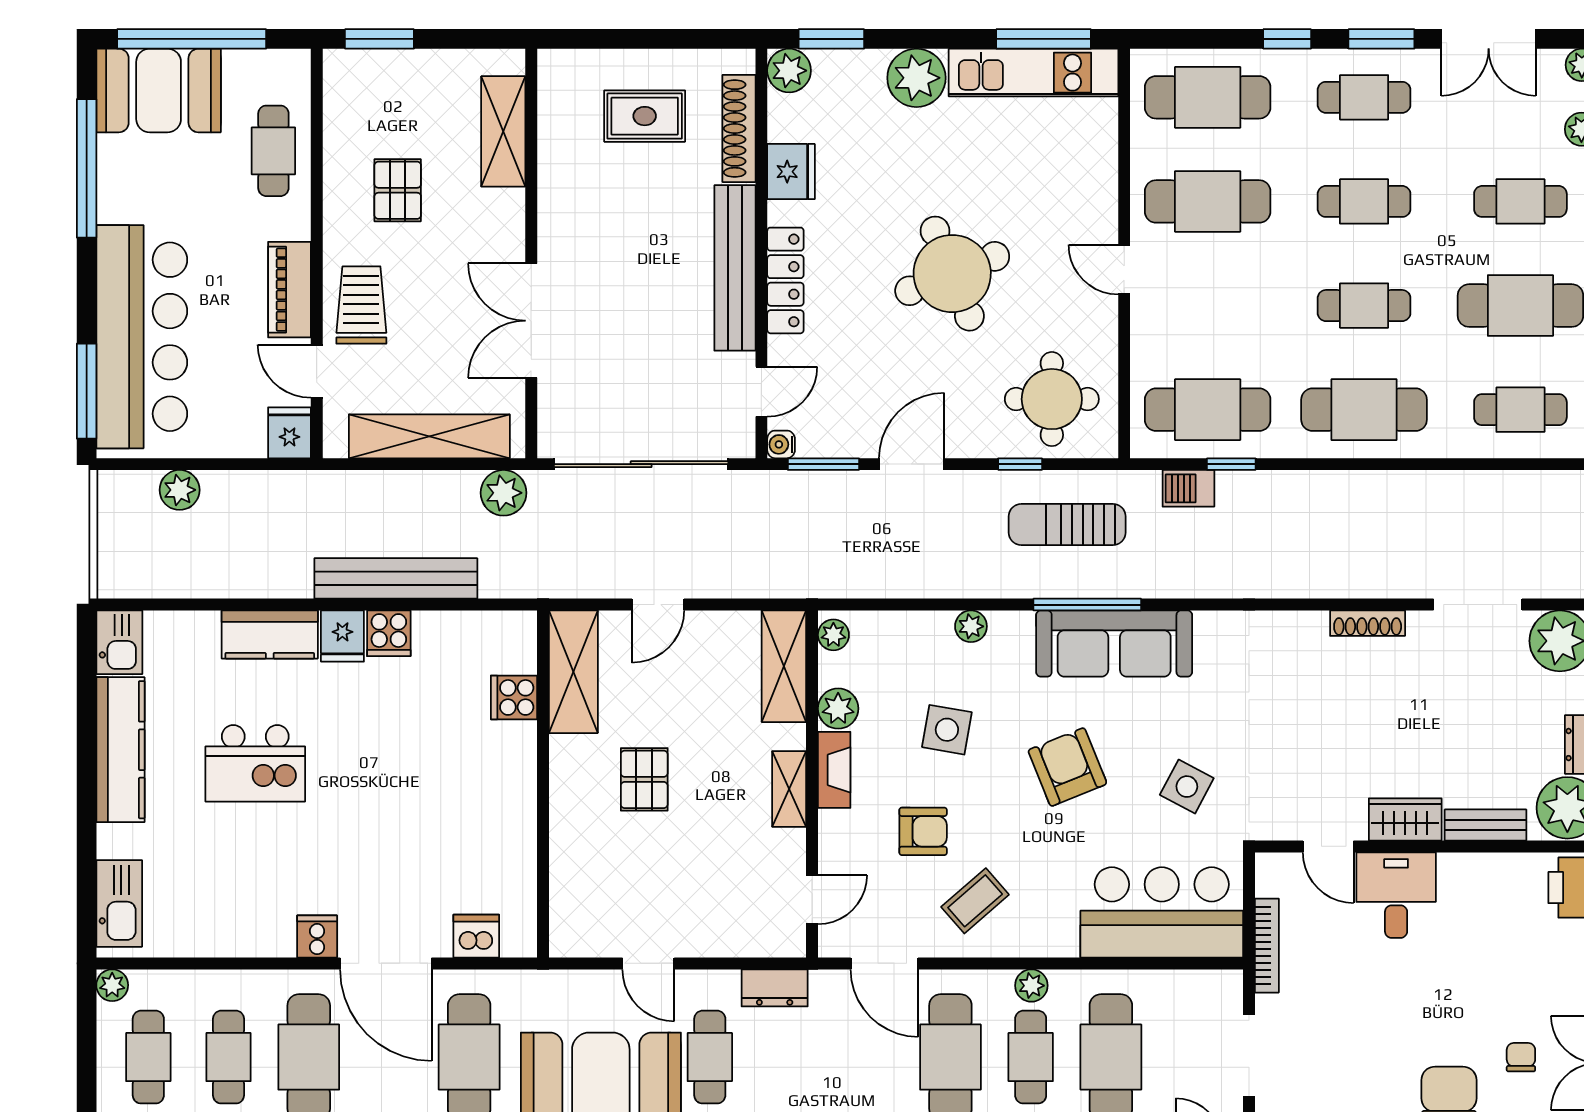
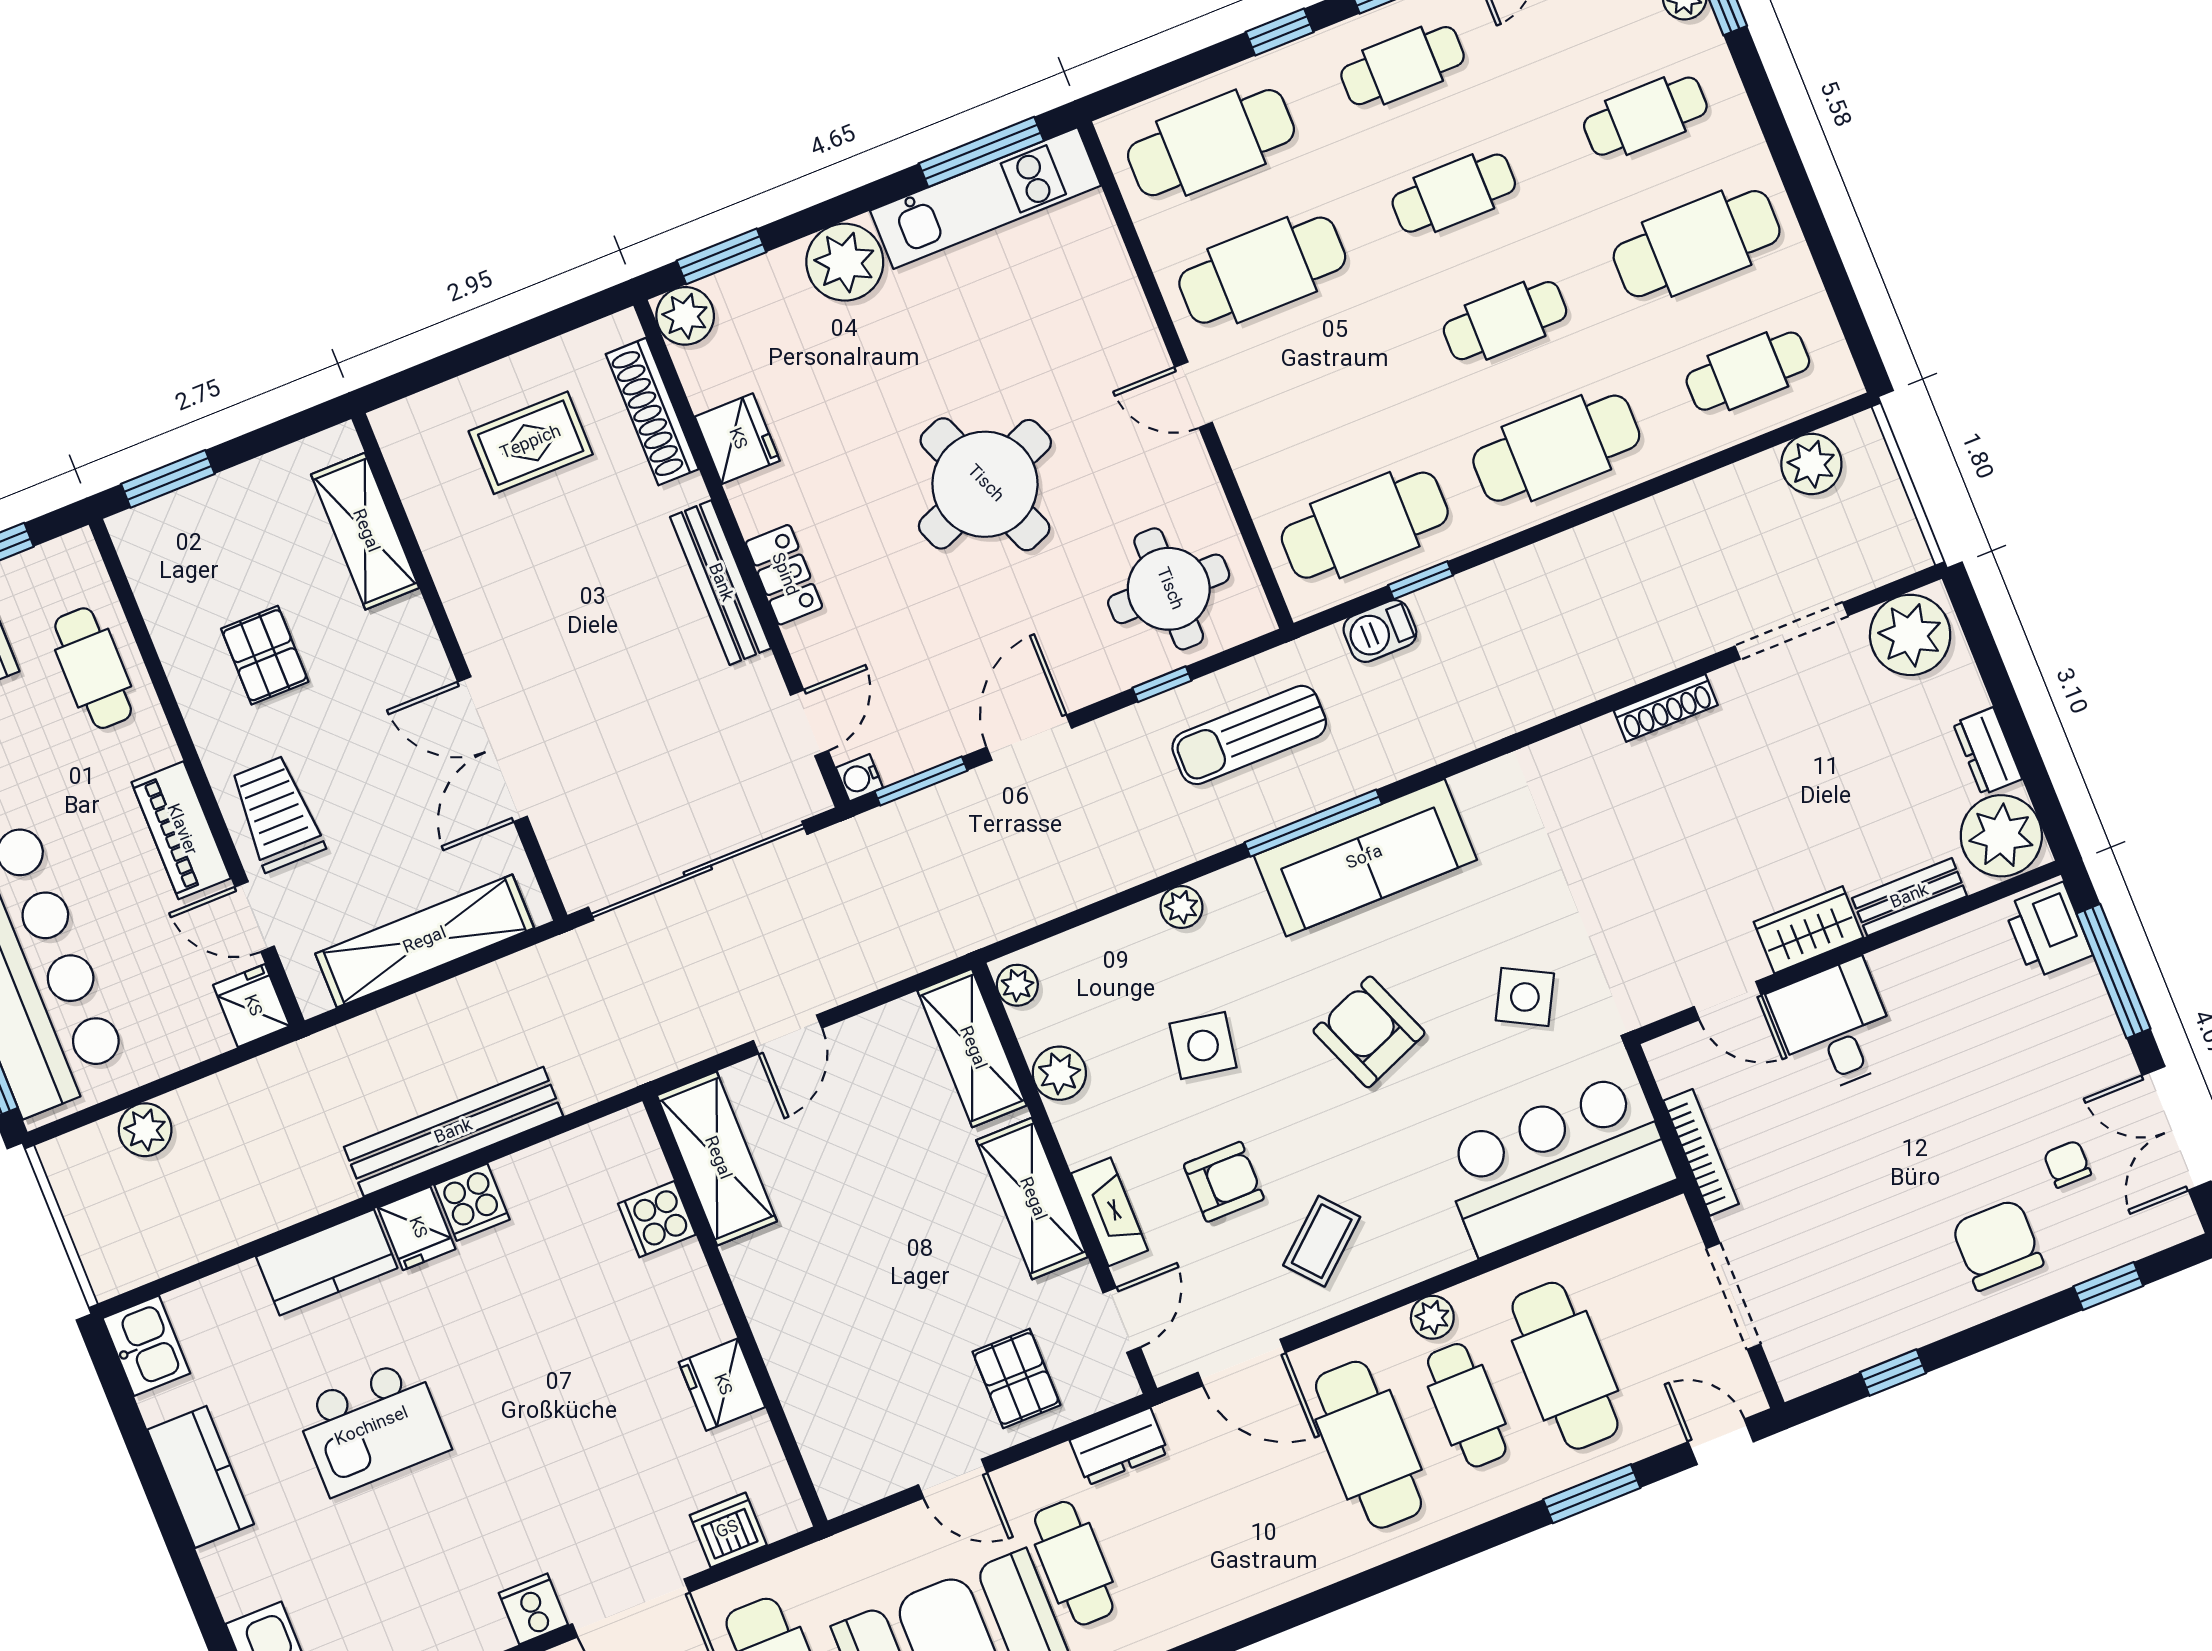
bench: (735, 268) -> (720, 583), width x0.73, depth x0.82
locker: (785, 280) -> (784, 575), width x0.66
plant: (504, 493) -> (1811, 464), moved
kitchen counter: (120, 750) -> (201, 1477), width x0.67
fireplace: (834, 770) -> (1110, 1212), moved
pallet: (644, 779) -> (1016, 1378), moved
shelving: (789, 789) -> (1032, 1199), width x1.50, depth x1.33
fridge: (513, 832) -> (722, 1385), added

